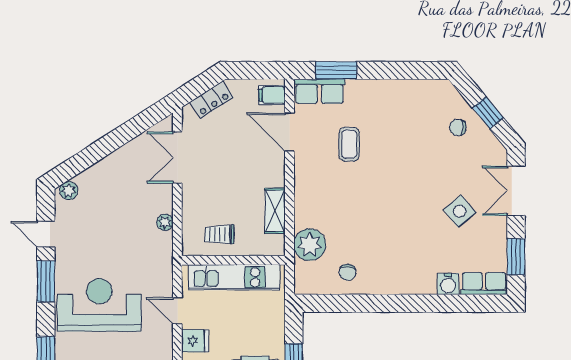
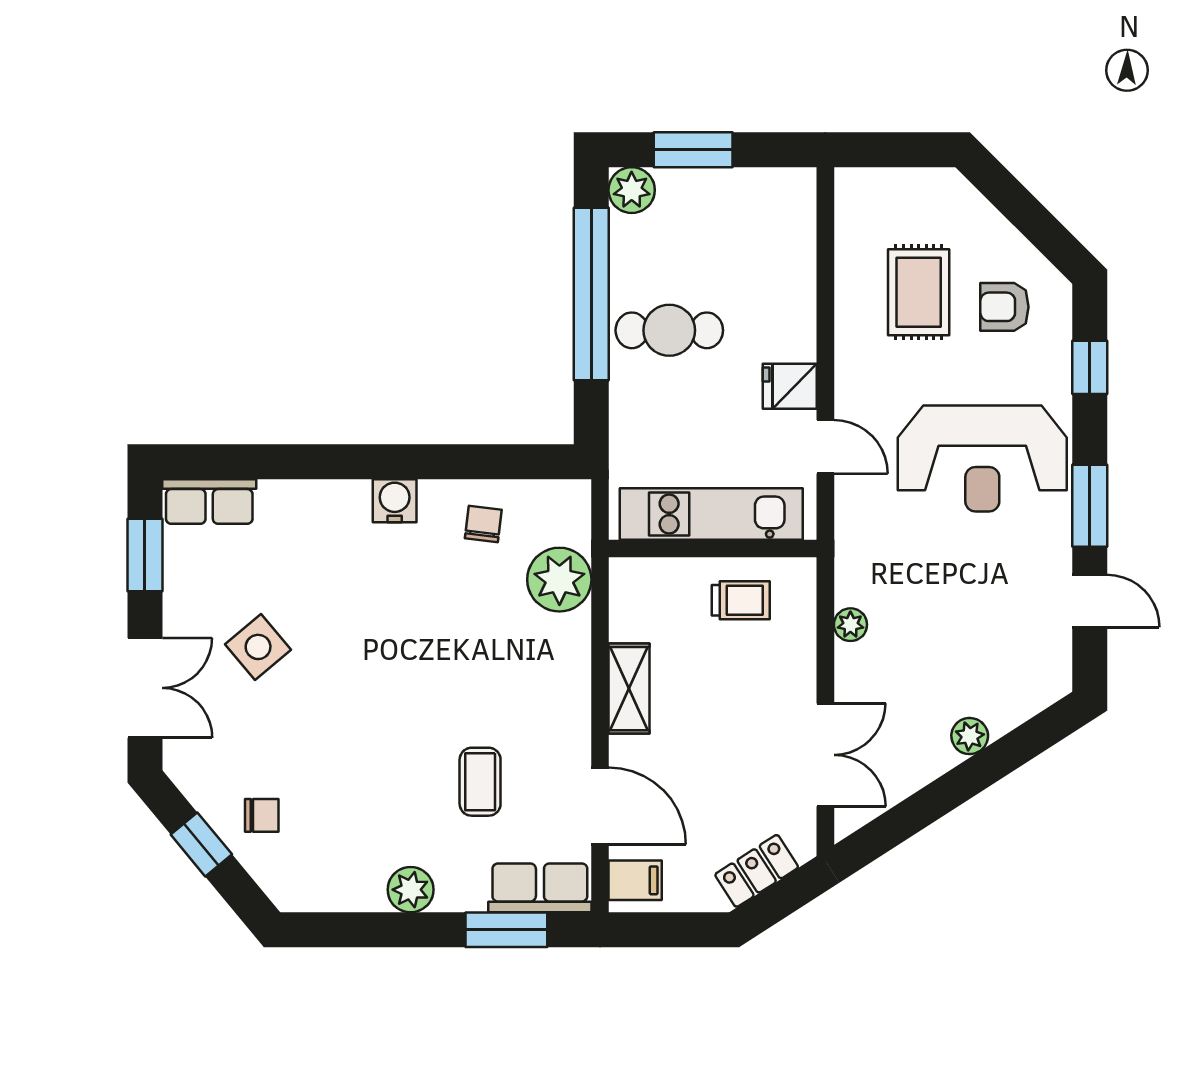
plant: (384, 90) -> (411, 890), added
plant: (69, 191) -> (970, 736), moved
shelving: (275, 211) -> (629, 689), moved
water cooler: (448, 284) -> (395, 501), moved

